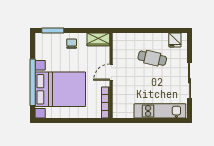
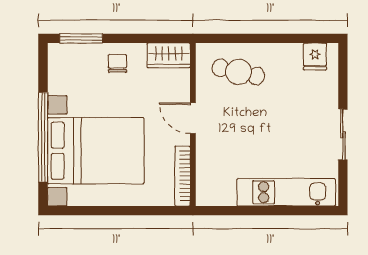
cafe table: (152, 58) -> (238, 72), moved
door: (111, 72) -> (193, 118), hinge flipped
sliding door: (190, 81) -> (343, 134), width x0.73

